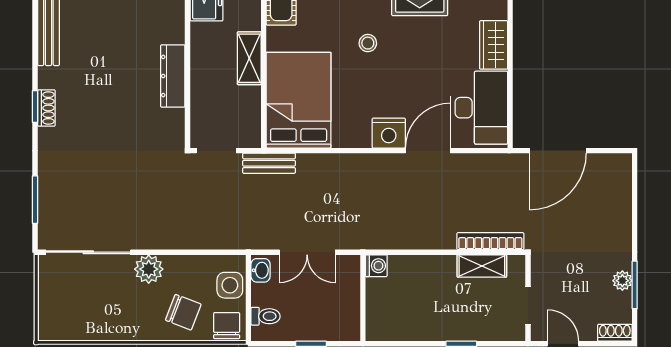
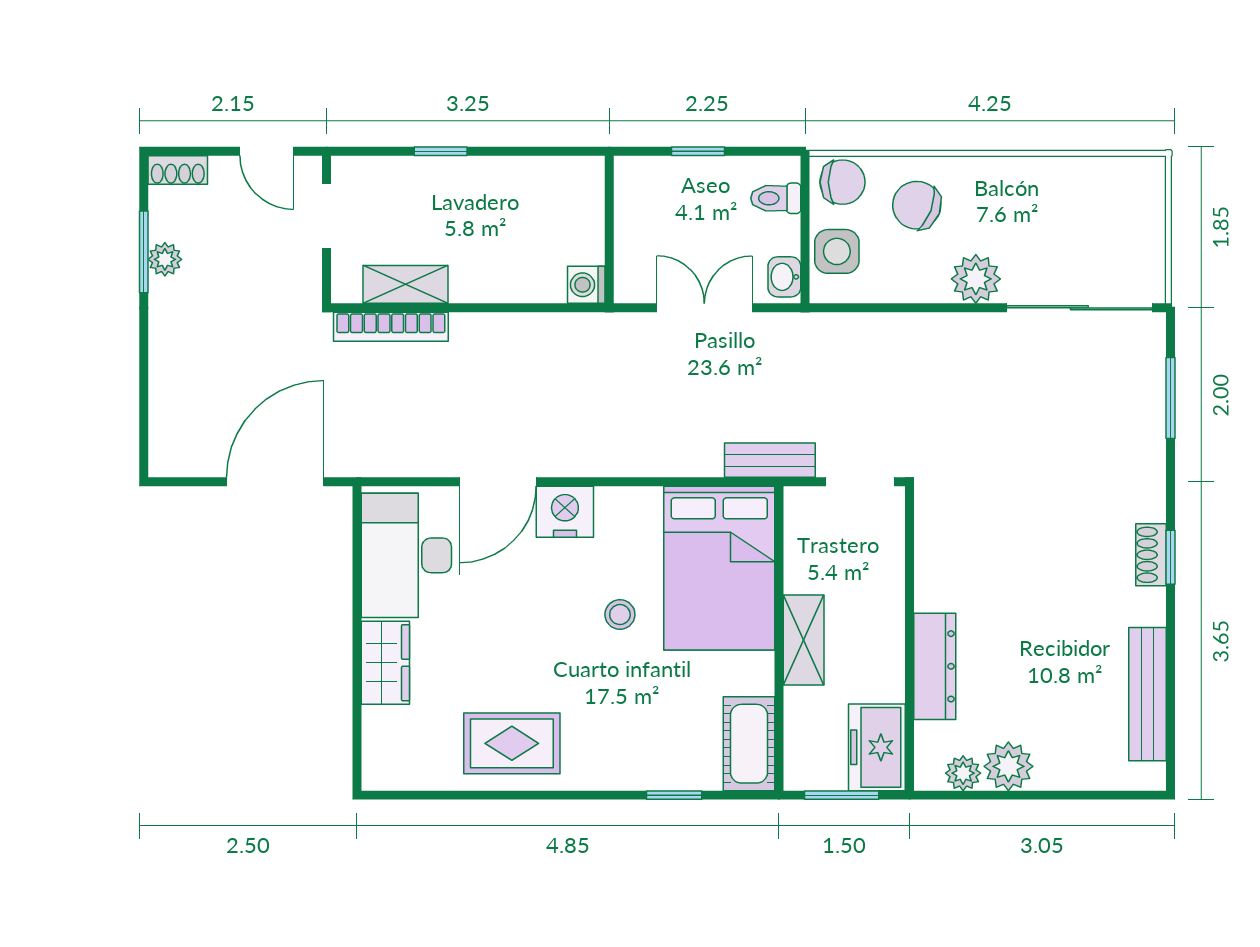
stool: (368, 43) -> (620, 615), moved
dresser: (173, 76) -> (935, 666), moved
chair: (227, 326) -> (843, 182), turned -90

